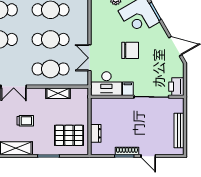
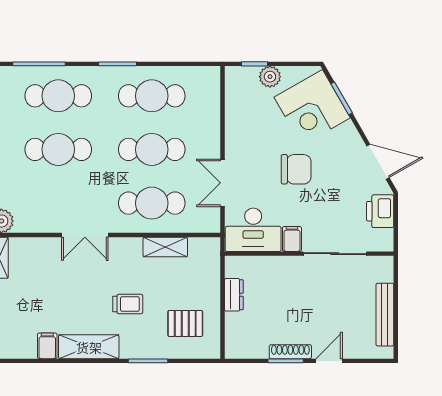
printer: (176, 87) -> (380, 211), moved
trolley: (25, 121) -> (128, 304), moved
dresser: (96, 133) -> (234, 295), moved
pallet: (69, 135) -> (185, 323), width x0.67, depth x0.71
door: (148, 156) -> (329, 361), swing flipped

